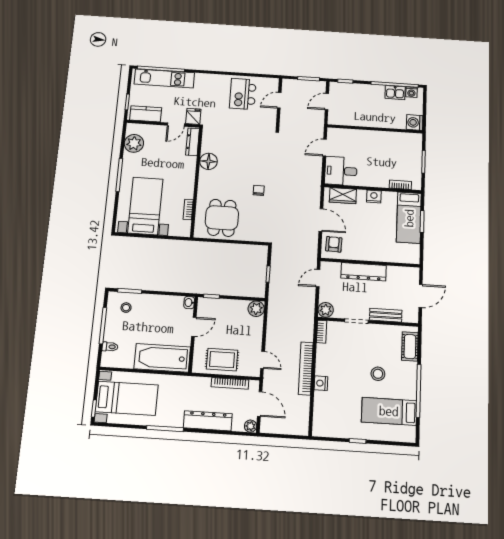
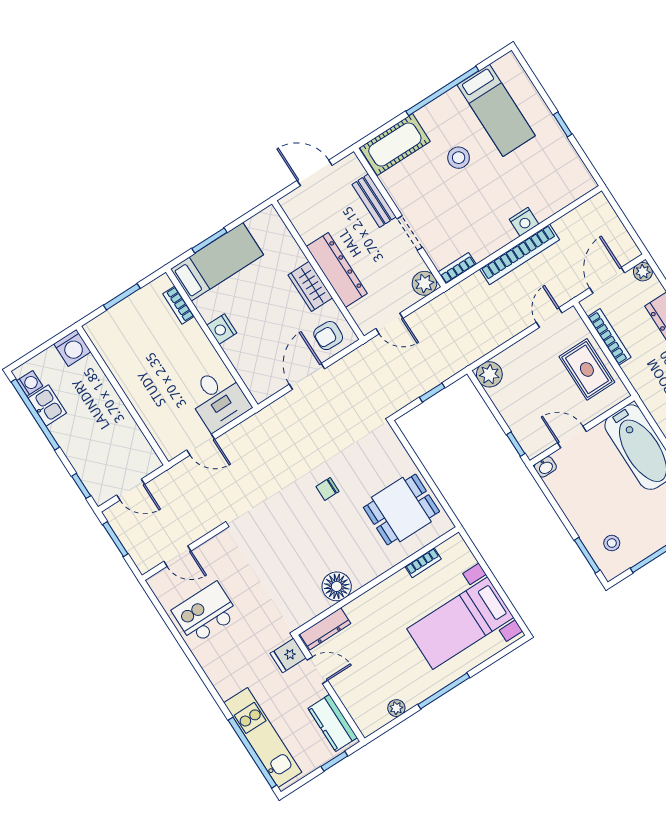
kitchen island: (243, 94) -> (205, 613), turned 180
plant: (134, 143) -> (396, 708), width x0.53, depth x0.53
wardrobe: (343, 196) -> (310, 286), moved, turned 180
cot: (410, 347) -> (395, 145), width x1.37, depth x1.34

